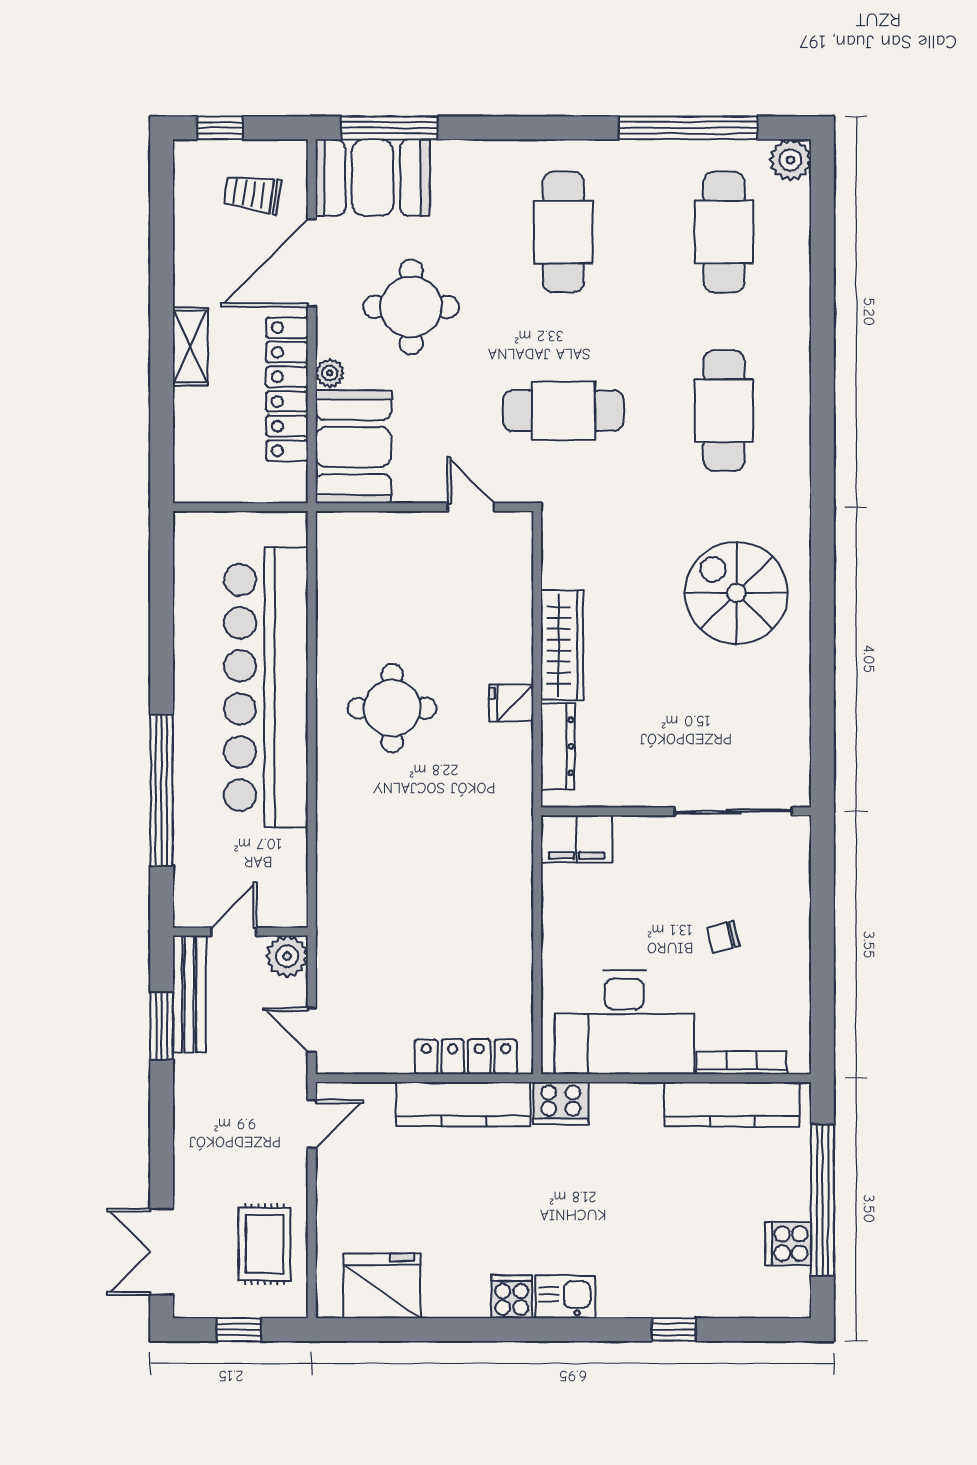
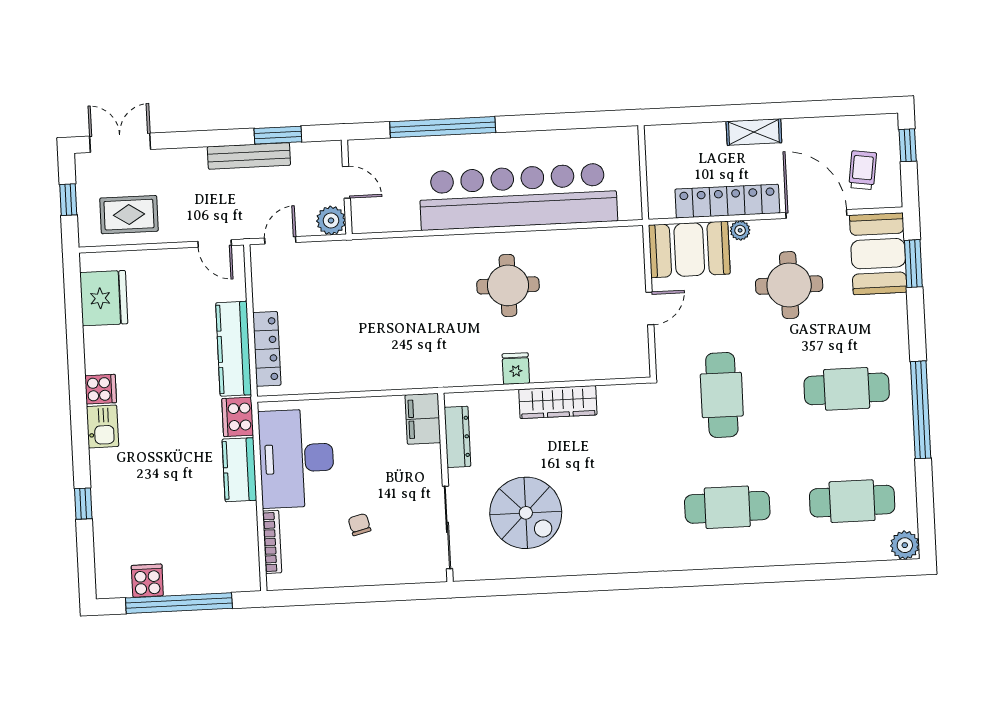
window: (389, 128) -> (913, 264), width x0.69
window: (688, 128) -> (921, 410), moved
door: (471, 507) -> (650, 308), moved
spiral stairs: (736, 593) -> (526, 513), moved, turned 90
dresser: (558, 746) -> (458, 437), moved, turned -90
bench: (189, 994) -> (249, 156), moved
kitchen counter: (732, 1104) -> (239, 470), moved, width x0.67

